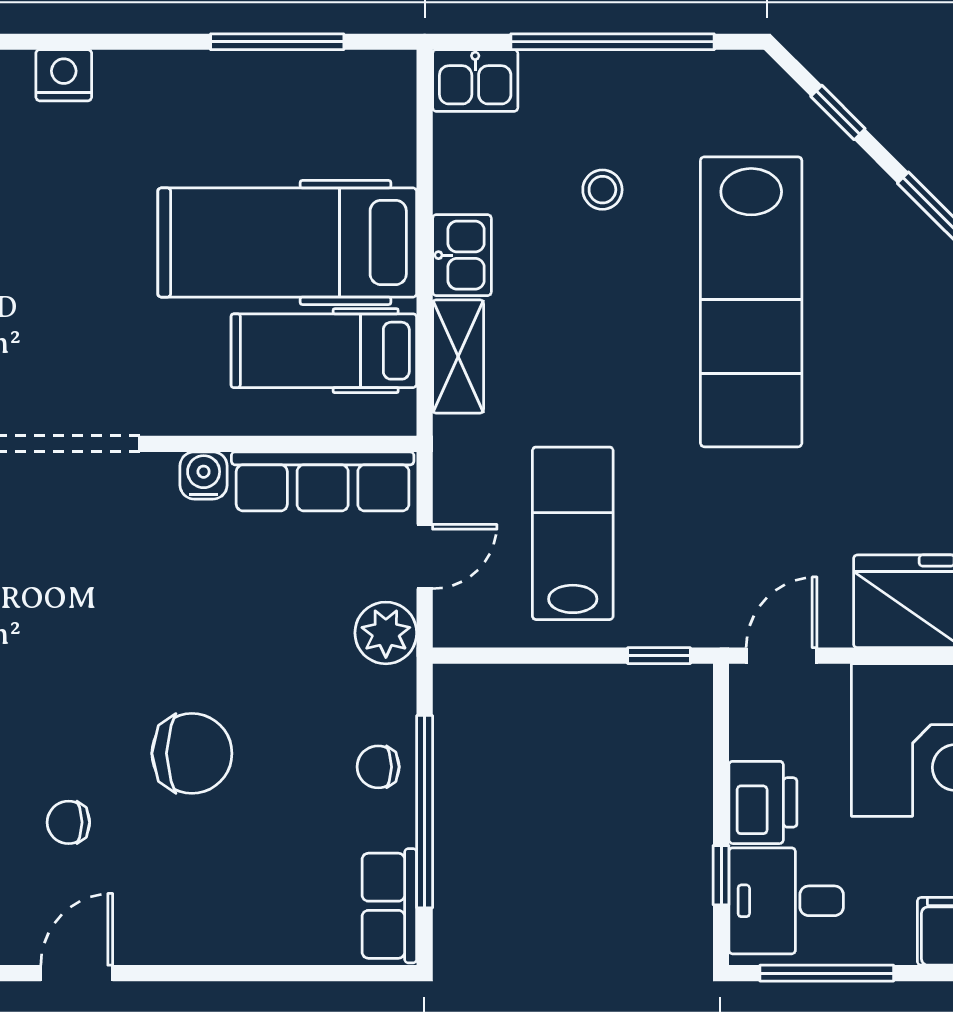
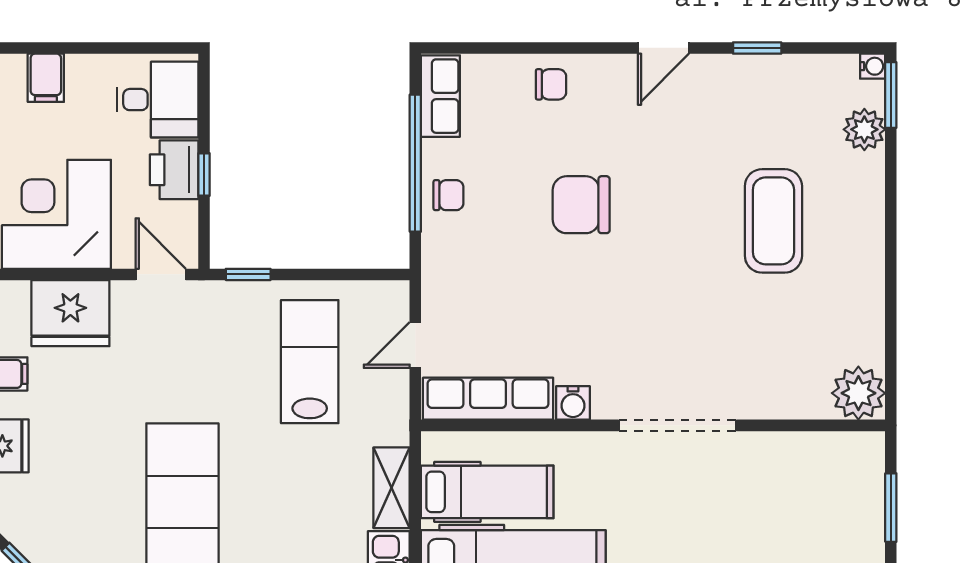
lab bench: (573, 533) -> (310, 362), turned 180
plant: (386, 633) -> (443, 291), removed
door: (782, 656) -> (161, 274), swing flipped
chair: (68, 822) -> (551, 84), moved
window: (721, 875) -> (204, 175), moved
window: (827, 973) -> (129, 48), removed

